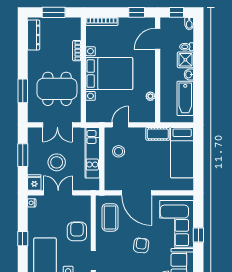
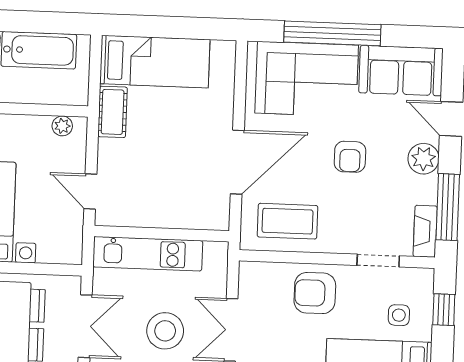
plant: (150, 96) -> (62, 126), moved
stool: (119, 151) -> (147, 197), removed
window: (198, 235) -> (332, 33), width x3.17
armchair: (141, 245) -> (350, 157), turned -96

